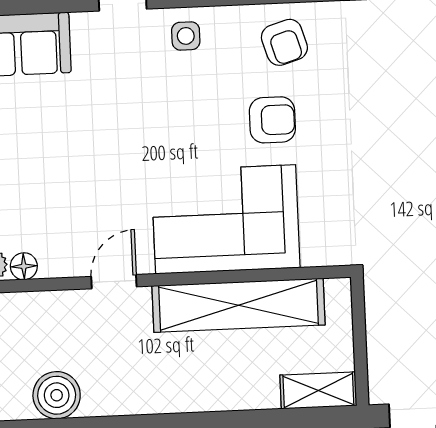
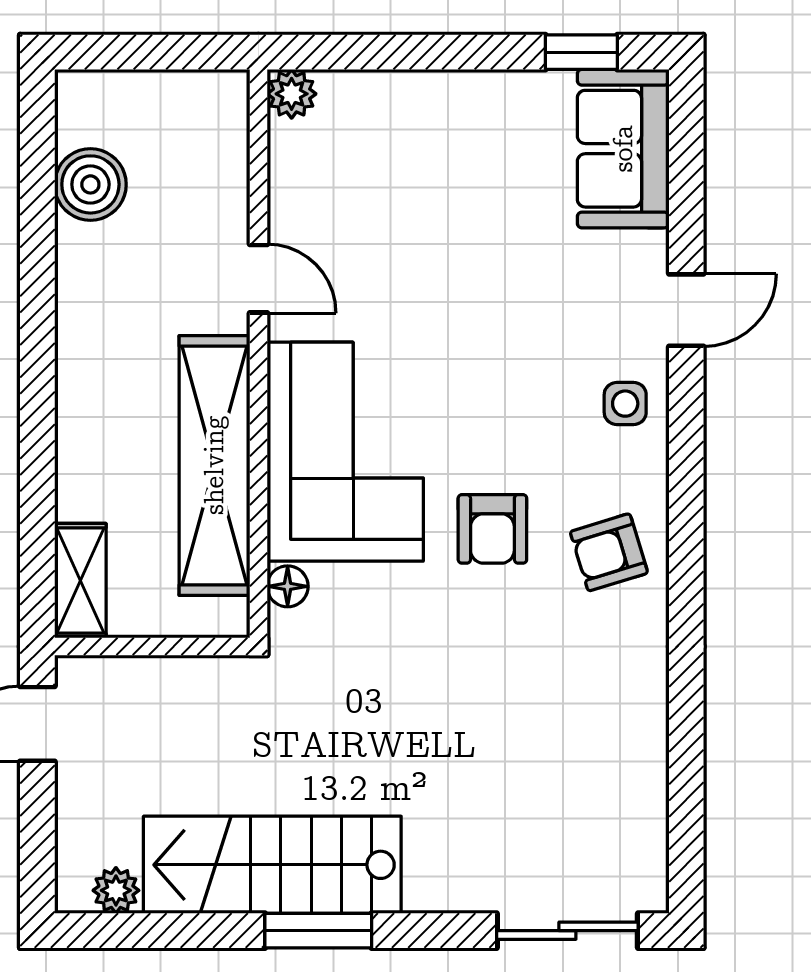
floor lamp: (24, 266) -> (288, 586), moved

